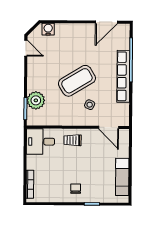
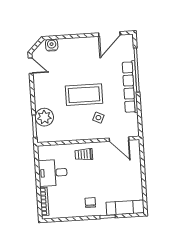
coffee table: (77, 81) -> (84, 95), turned 31
desk: (40, 142) -> (53, 173), moved
exam couch: (122, 177) -> (125, 208), moved, turned 90

